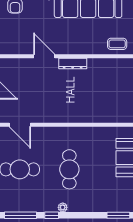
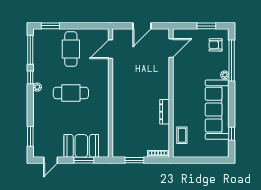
door: (44, 56) -> (171, 48), moved
dresser: (73, 64) -> (165, 112), moved

